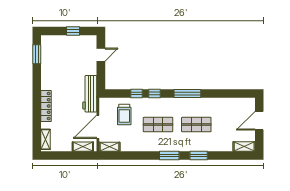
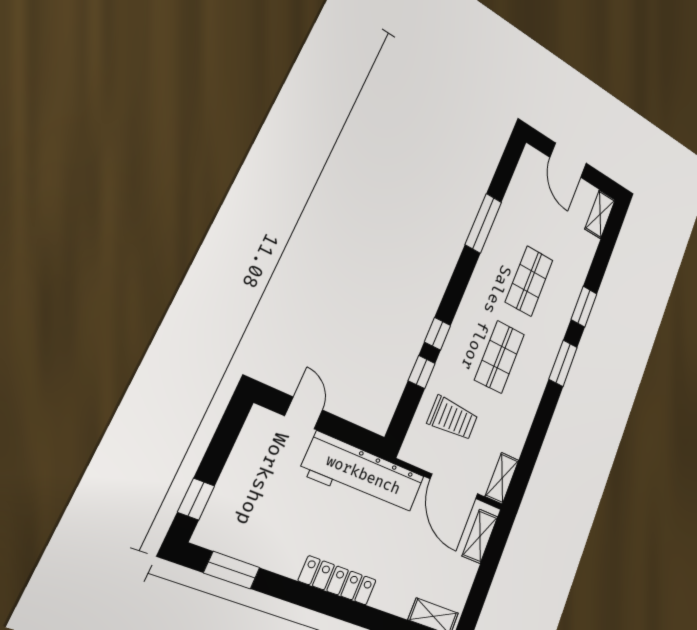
window: (73, 31) -> (196, 499), moved
window: (187, 93) -> (483, 223), moved
workbench: (90, 94) -> (363, 475), width x1.36, depth x1.32
locker: (46, 106) -> (338, 580), moved

